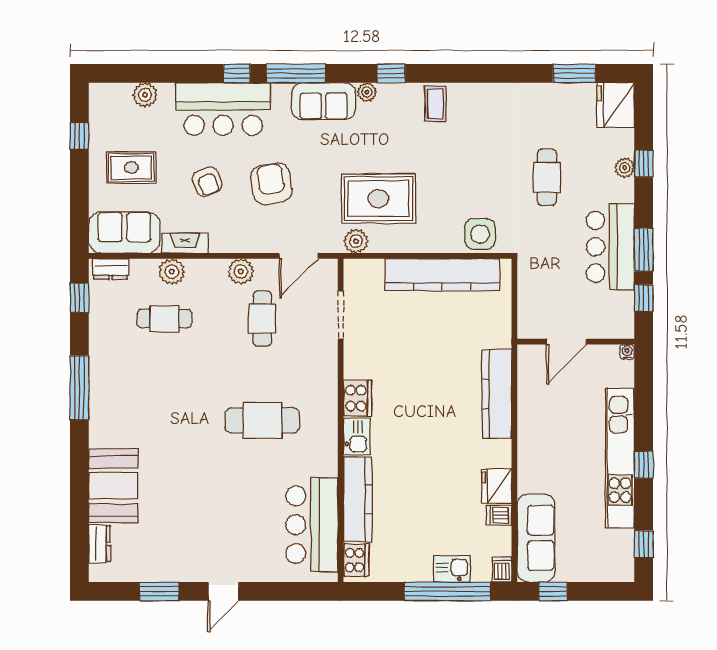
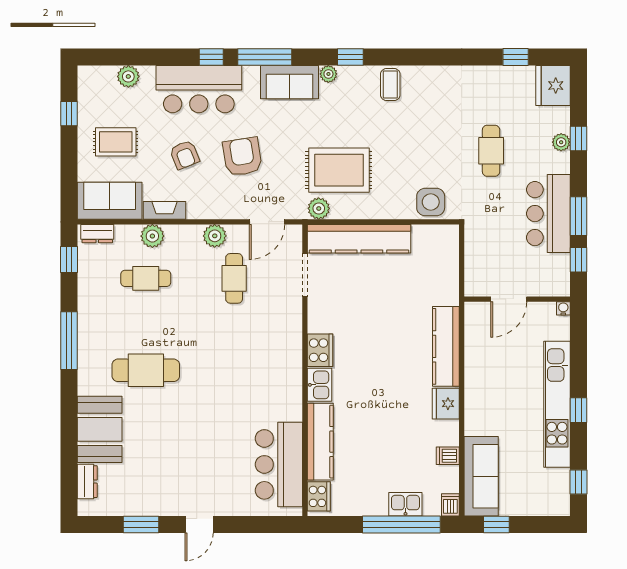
window: (574, 73) -> (516, 57), width x0.67
kitchen counter: (442, 275) -> (359, 239), moved
cafe table: (262, 420) -> (146, 370), moved
fridge: (497, 486) -> (446, 404), moved

